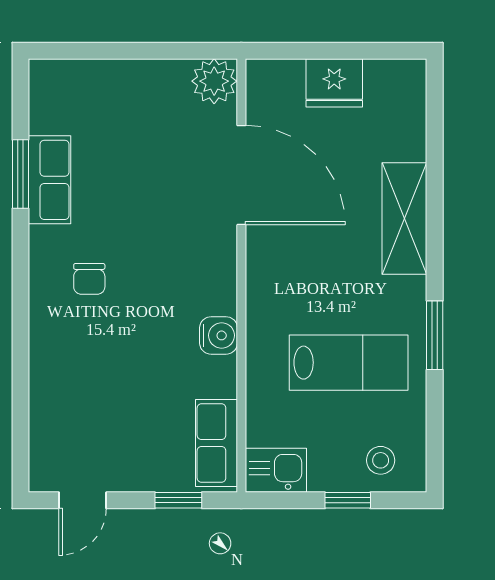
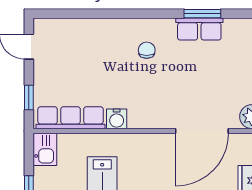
chair: (89, 279) -> (147, 50), turned 90
row of seats: (216, 443) -> (71, 118), width x1.48

